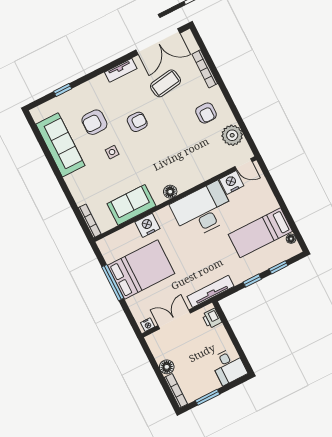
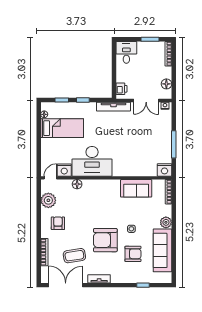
armchair: (137, 122) -> (105, 240), width x1.88, depth x1.88
door: (244, 164) -> (50, 178), hinge flipped
plant: (74, 182) -> (166, 222), added
floor lamp: (170, 192) -> (77, 184), moved
nightstand: (147, 225) -> (165, 170), moved
bed: (141, 270) -> (151, 143), removed
floor lamp: (167, 367) -> (166, 84), moved

